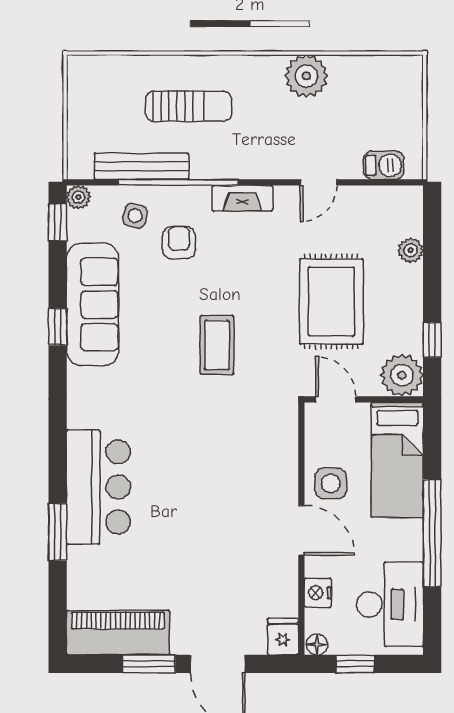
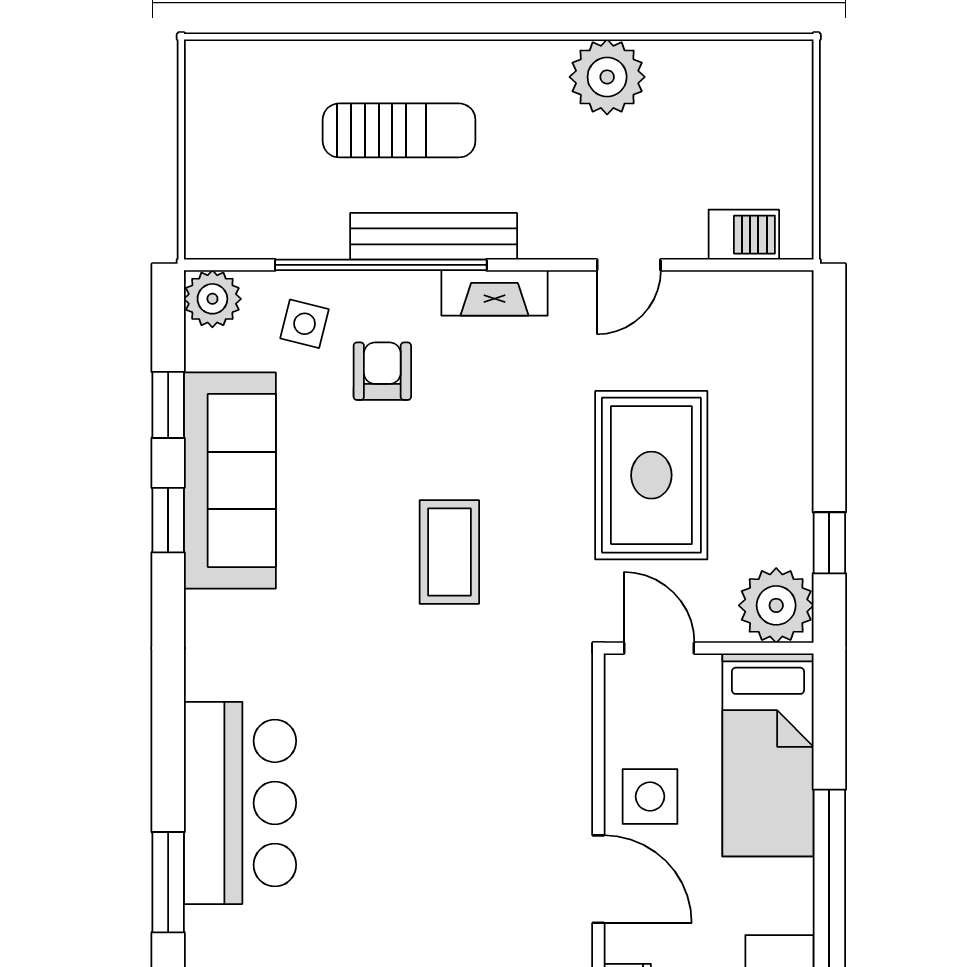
bench: (141, 166) -> (434, 236), moved
plant: (78, 197) -> (212, 299), width x1.38, depth x1.38
window: (58, 222) -> (168, 405), moved
plant: (411, 250) -> (791, 385), removed

